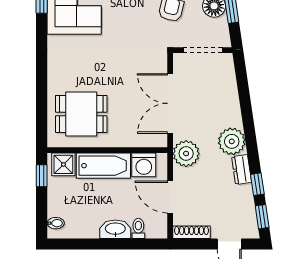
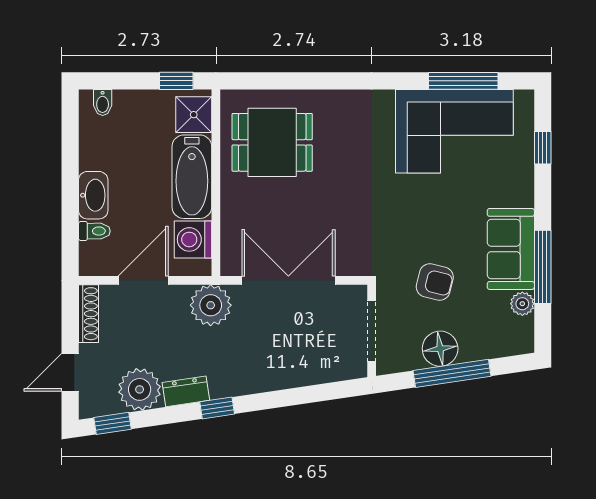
dining table: (81, 114) -> (272, 142), turned 90
plant: (232, 141) -> (140, 389), moved
window: (257, 184) -> (217, 408), moved

